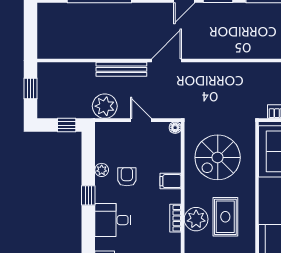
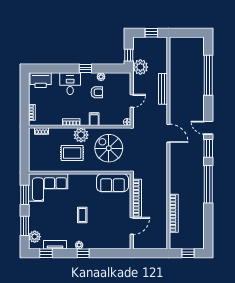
door: (167, 61) -> (168, 133), moved
plant: (105, 106) -> (140, 67), moved
plant: (196, 219) -> (81, 135), moved

